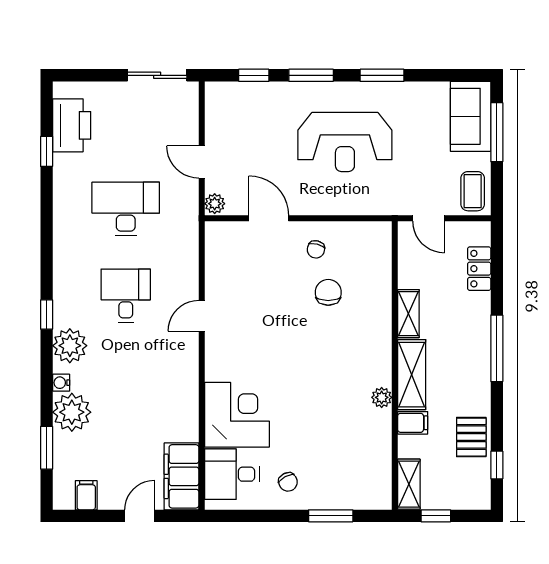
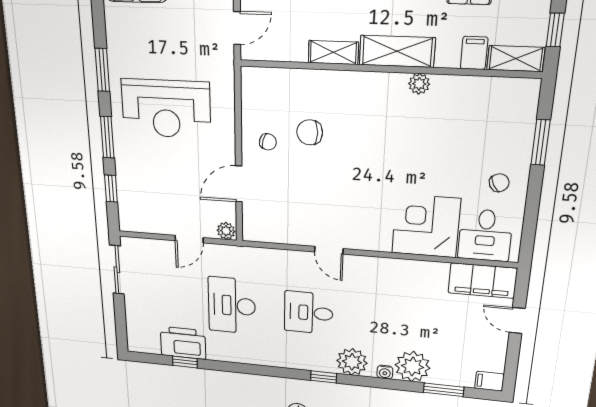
printer: (72, 125) -> (183, 343), moved
reception desk: (345, 142) -> (166, 109), turned 90
filing cabinet: (413, 423) -> (474, 53), moved
filing cabinet: (86, 495) -> (489, 381), moved

